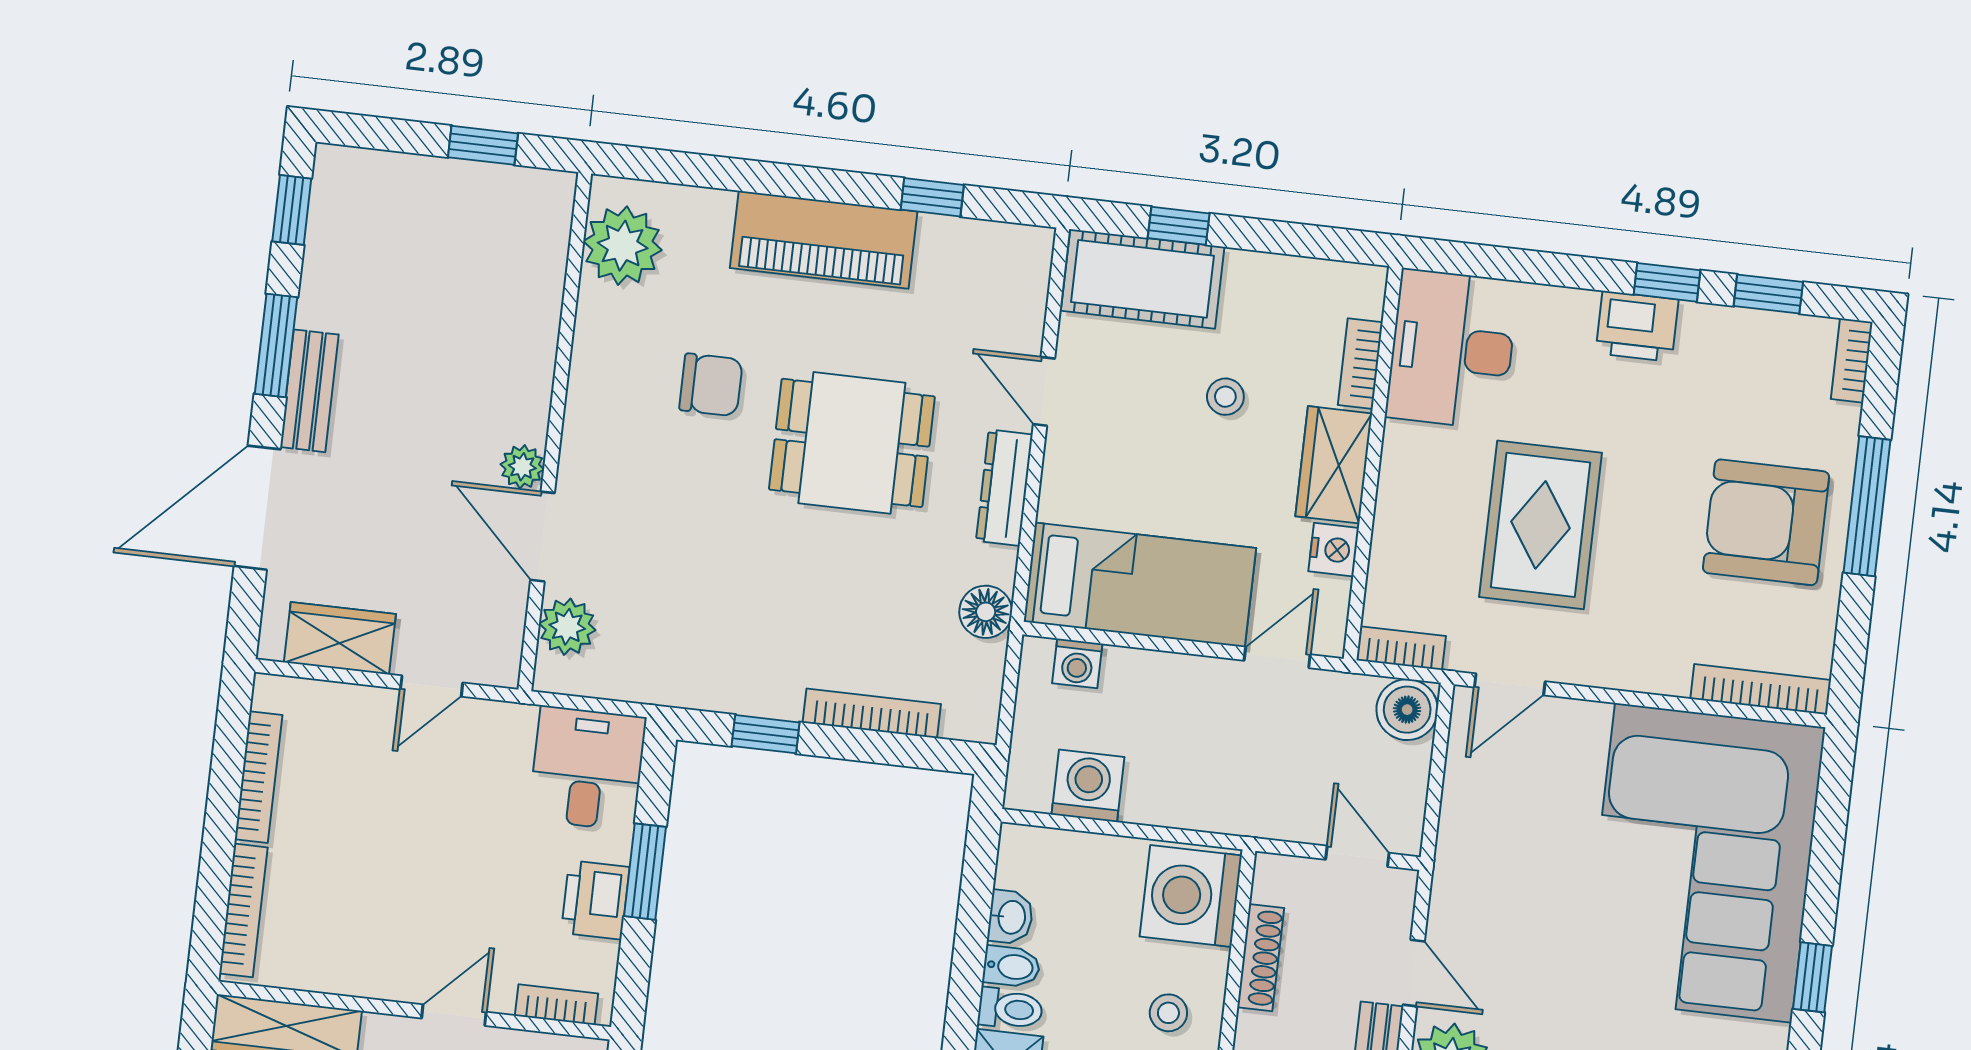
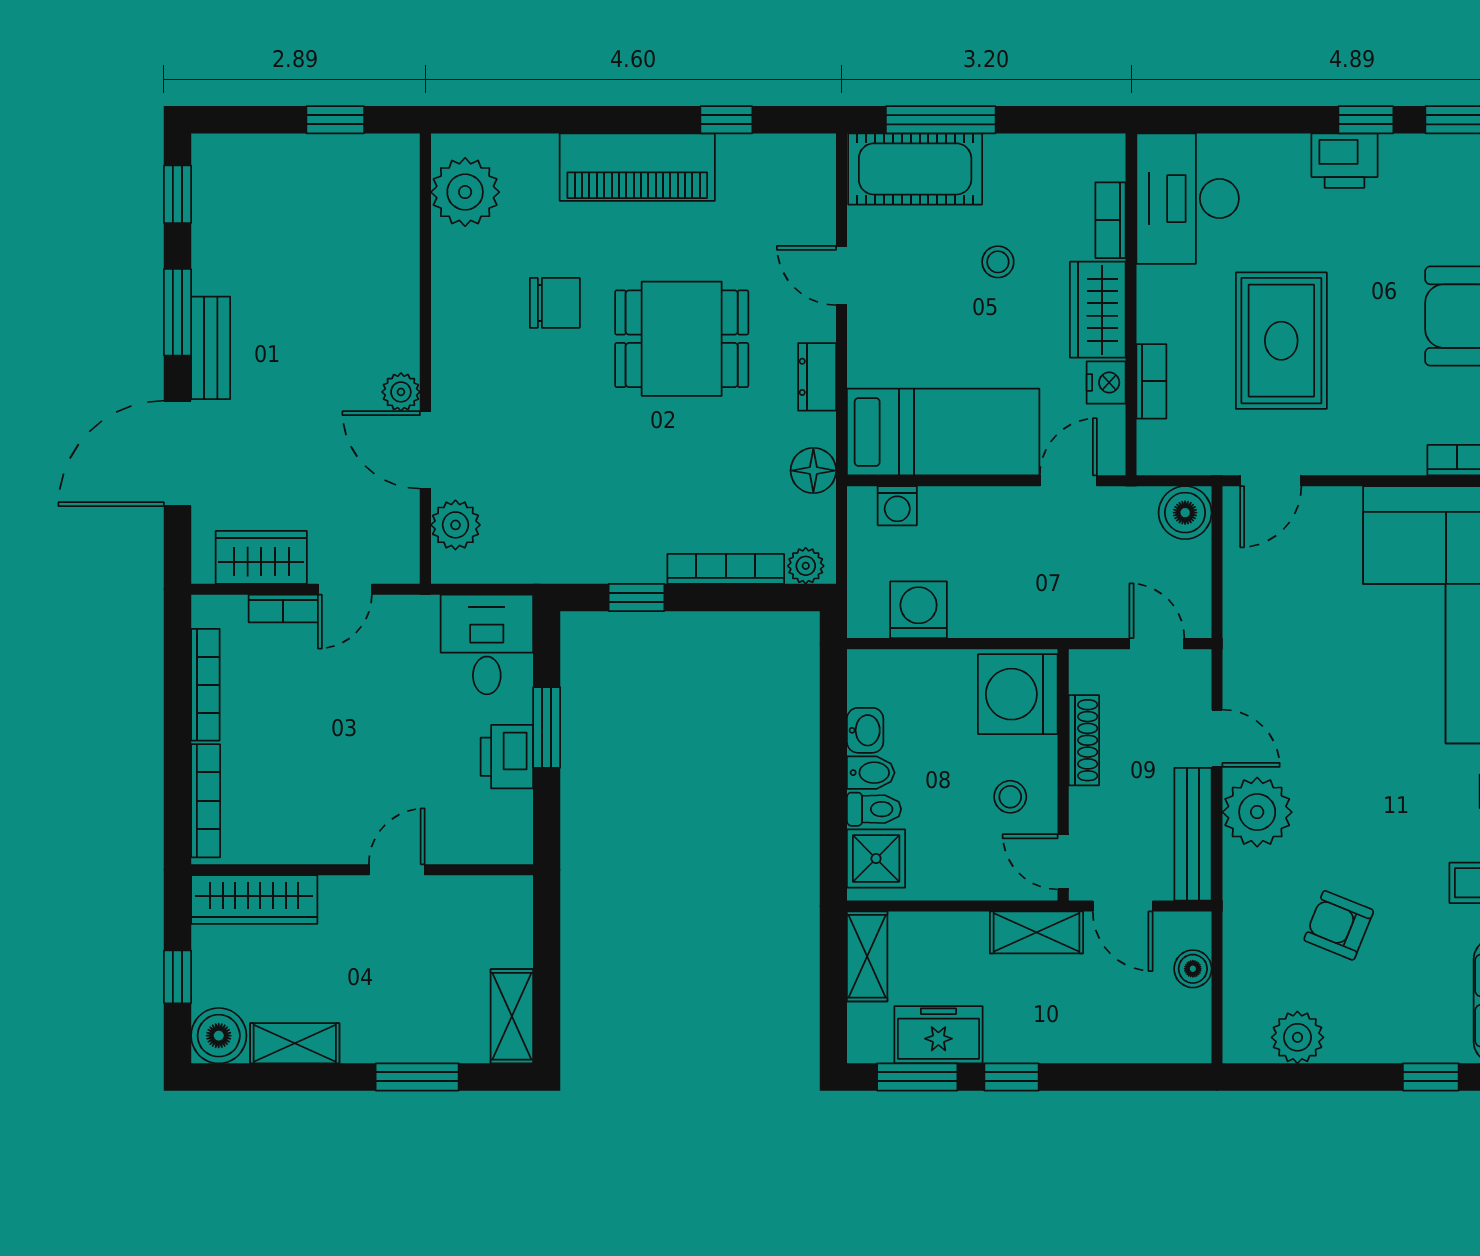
window: (1179, 226) -> (941, 120), width x2.17
dresser: (1004, 488) -> (817, 377), width x0.70
bookcase: (1401, 648) -> (1151, 381), moved, turned 90
plant: (964, 720) -> (806, 566), added
bookcase: (556, 1005) -> (283, 609), moved, turned 180

